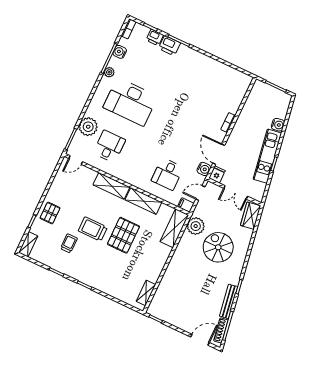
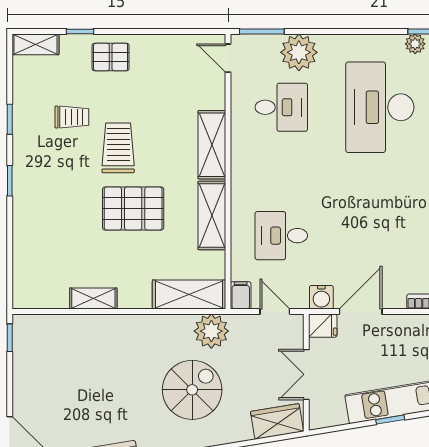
shelving: (146, 293) -> (93, 298), moved

